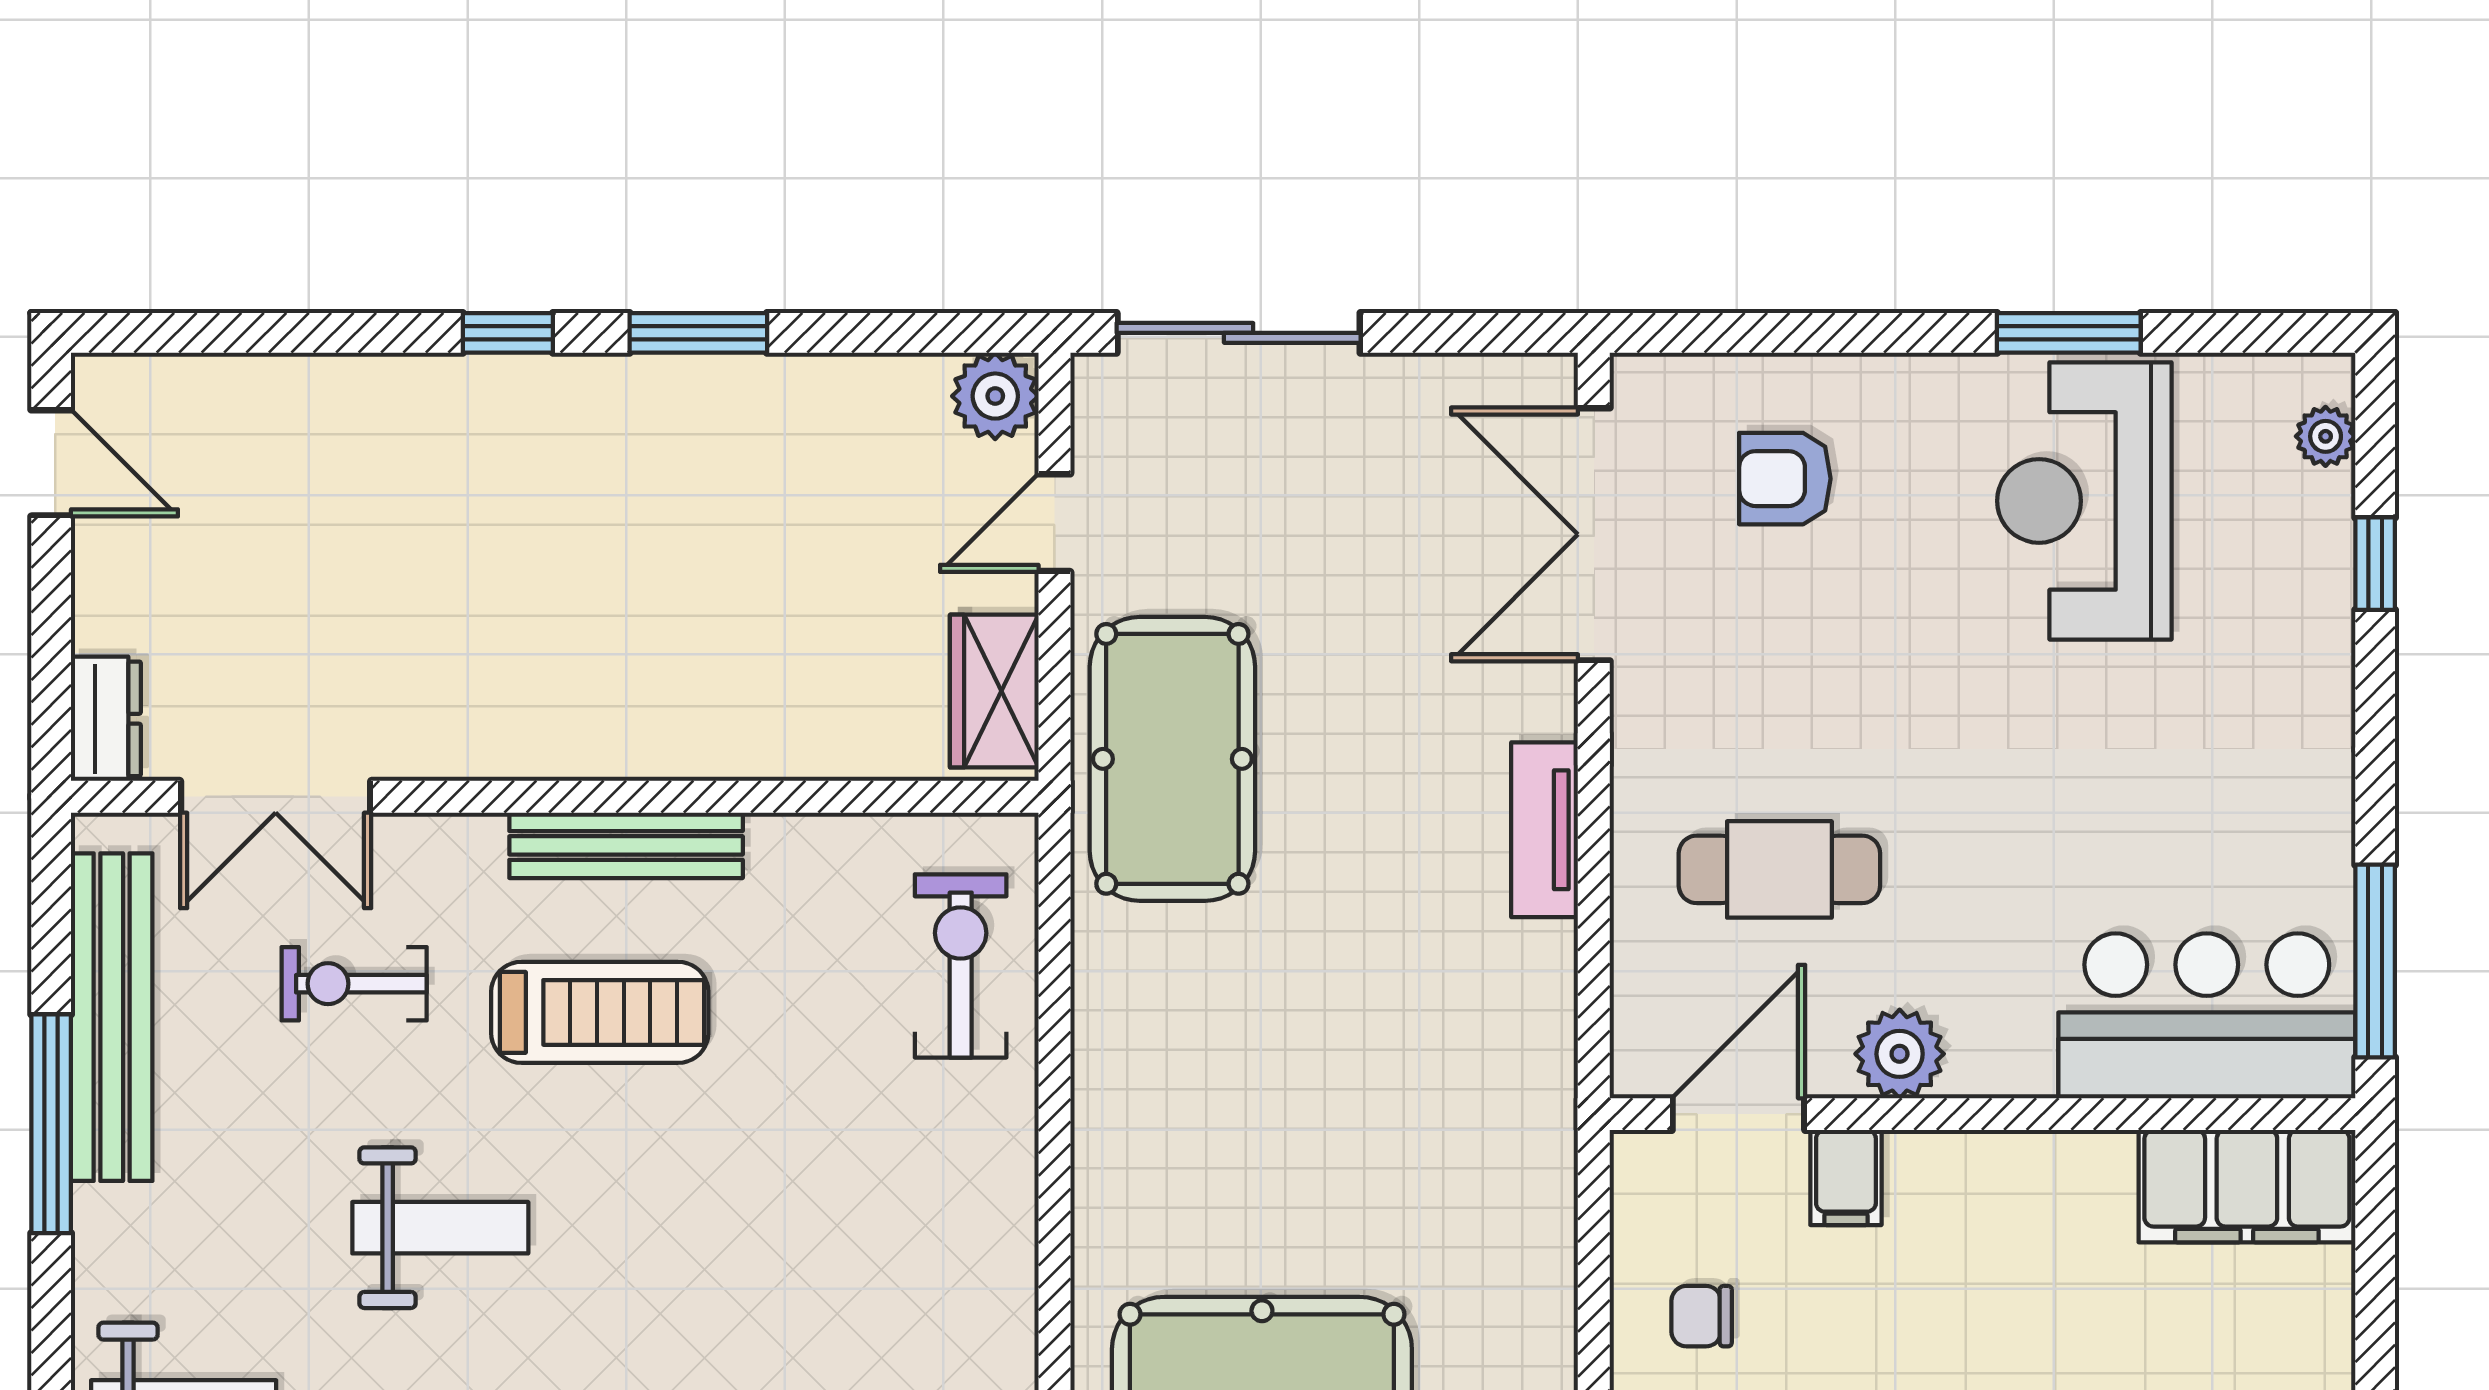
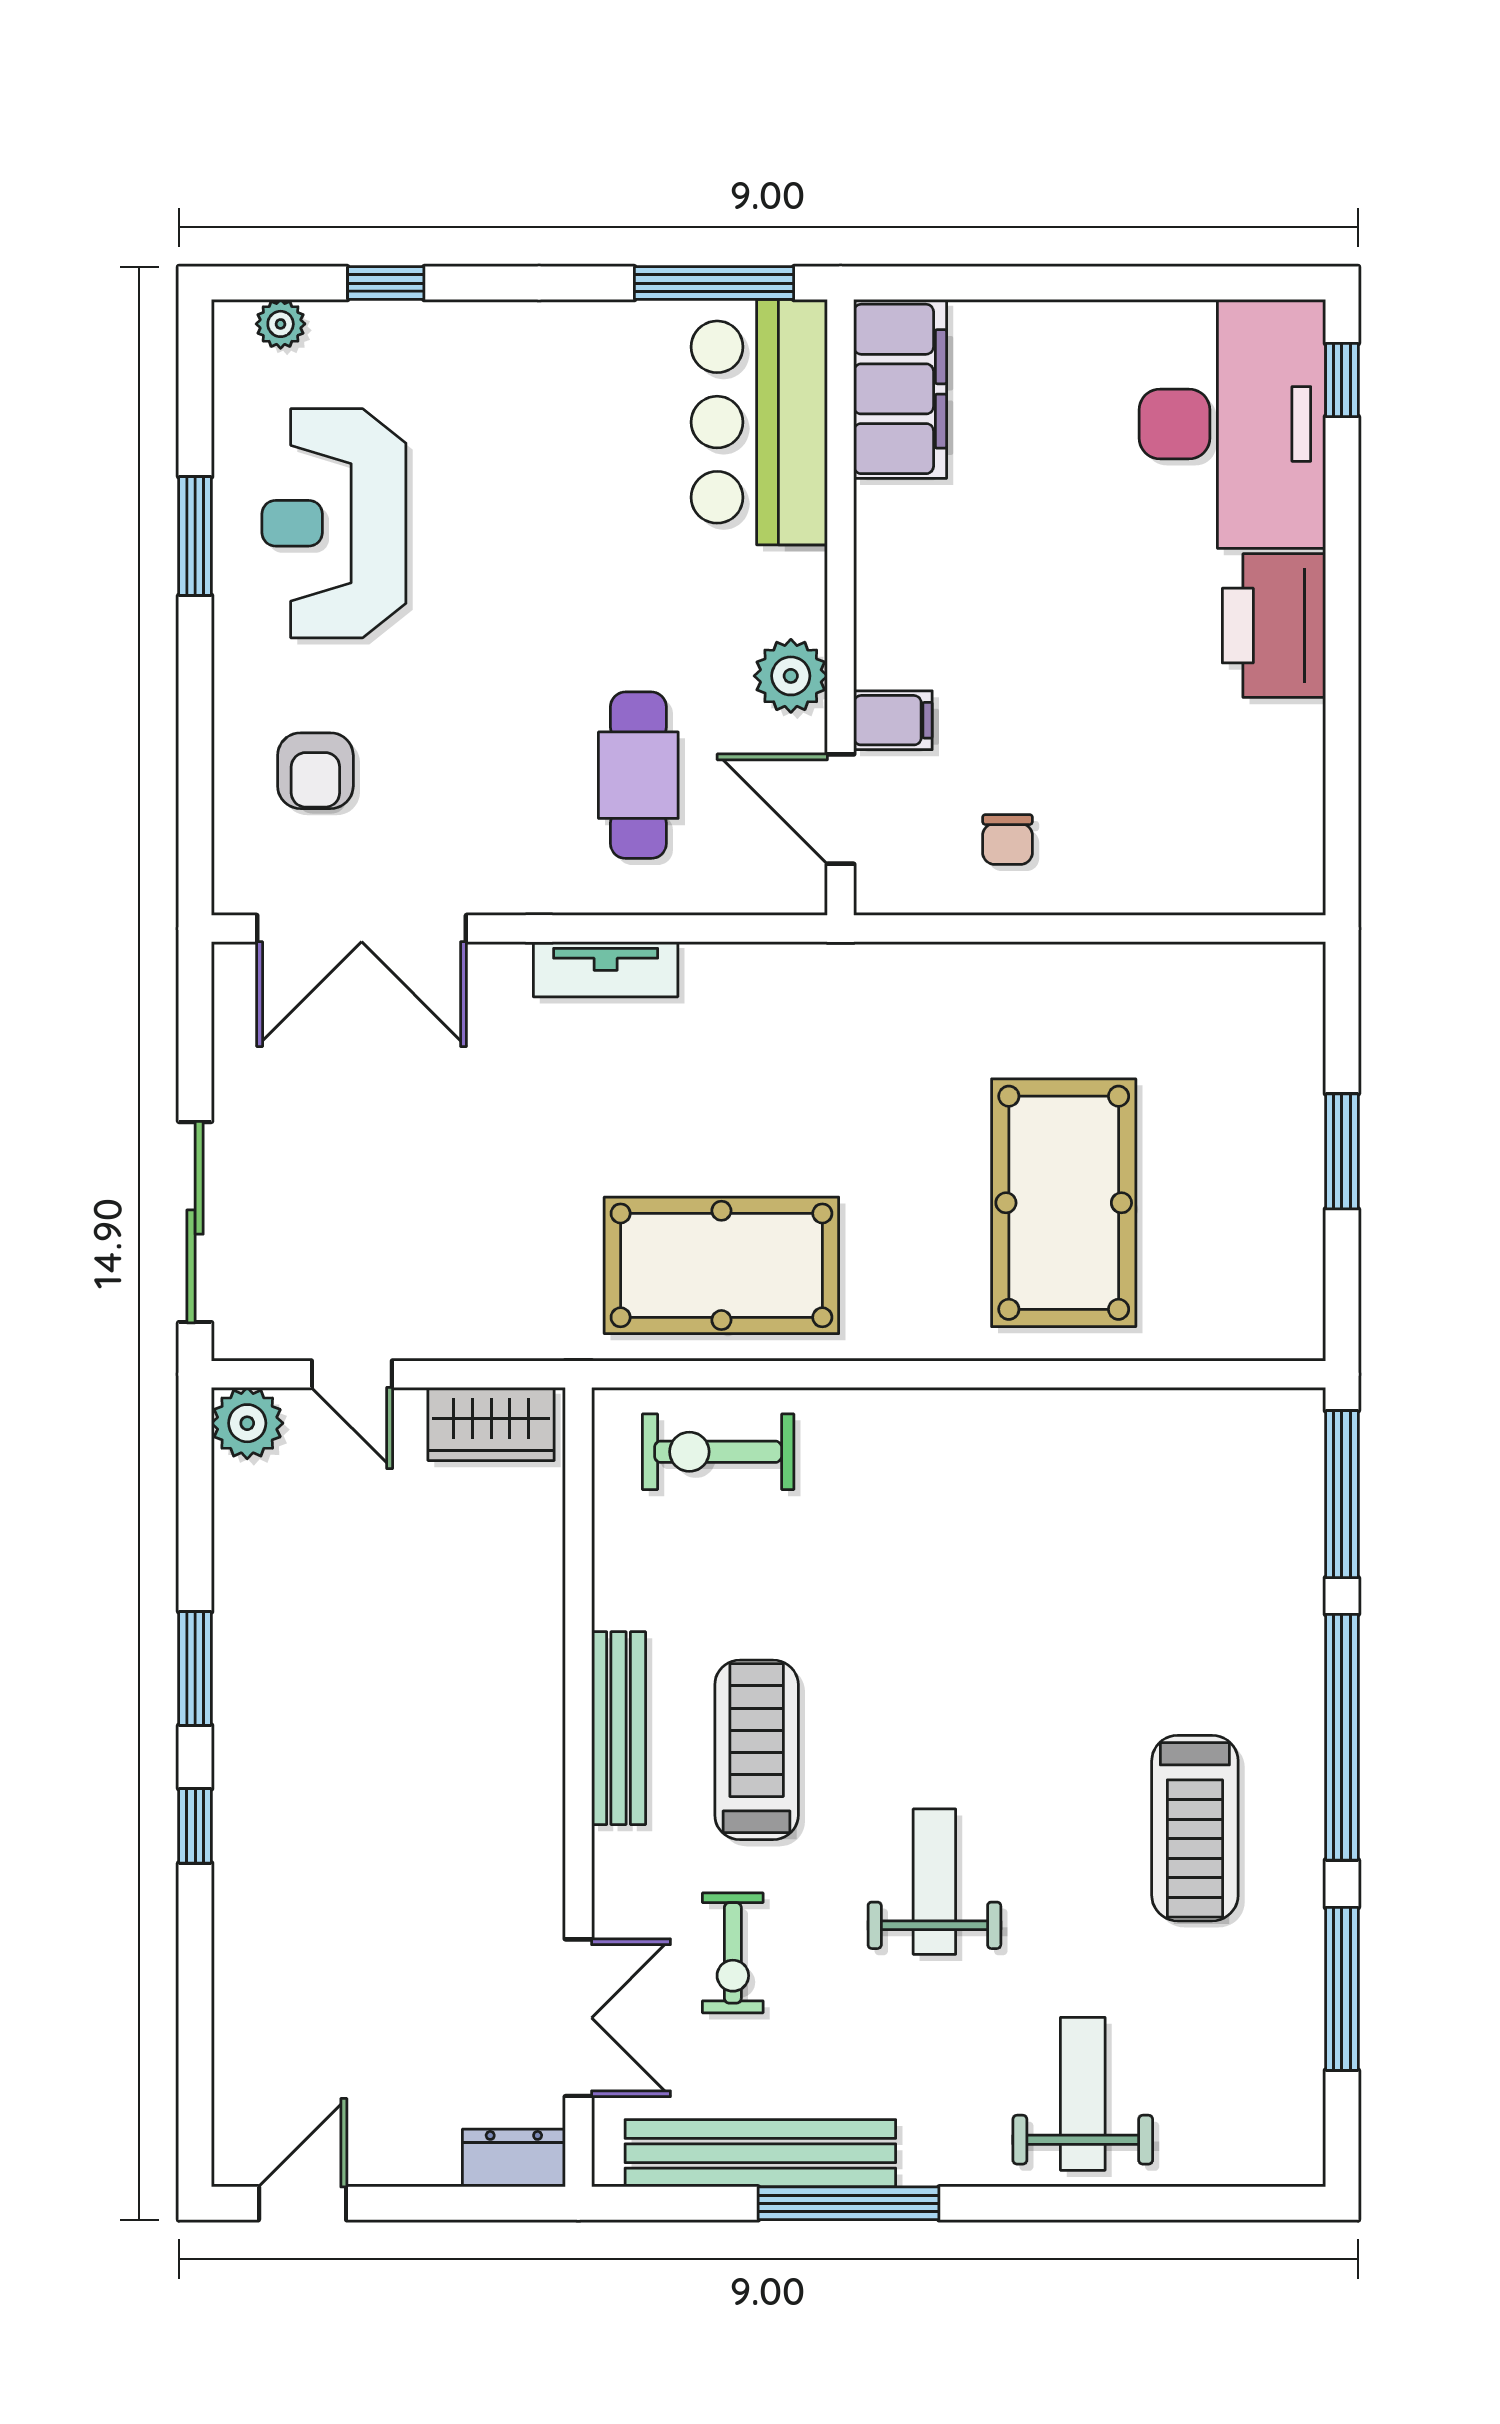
reception desk: (2084, 501) -> (334, 523), turned 90
pool table: (1172, 759) -> (721, 1265), moved

